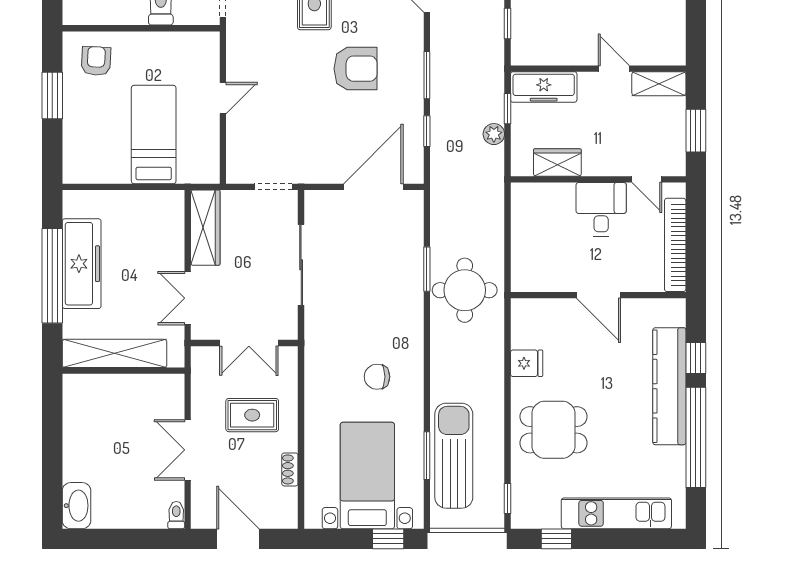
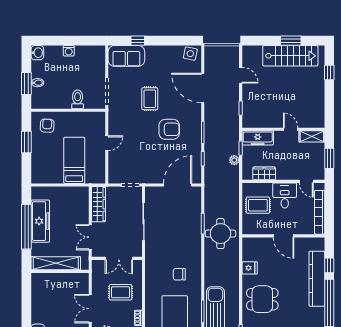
rug: (544, 230) -> (258, 205), added

